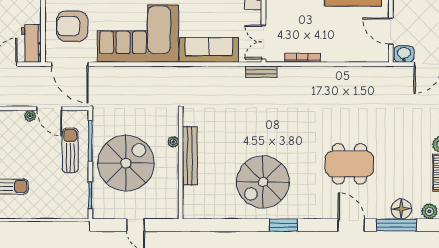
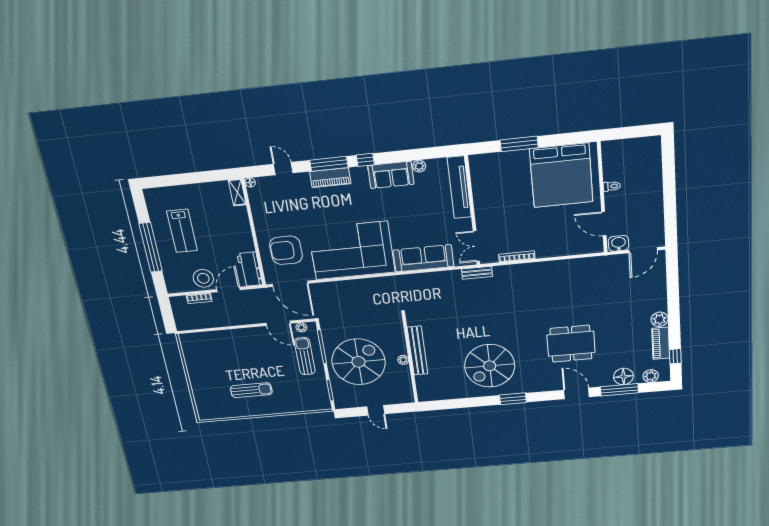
plant: (30, 116) -> (301, 327), moved
plant: (173, 142) -> (403, 360), moved

